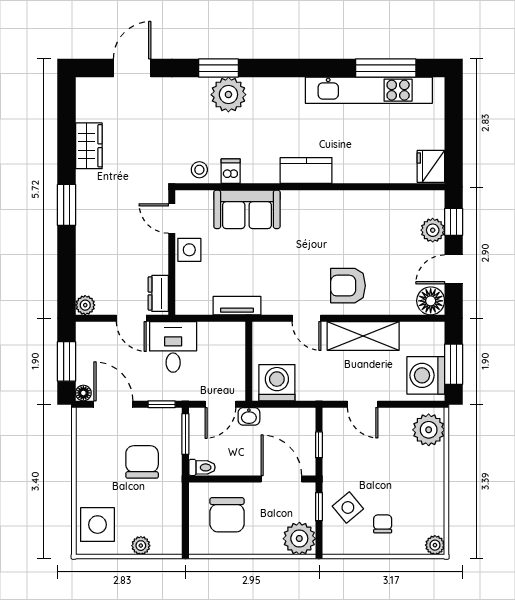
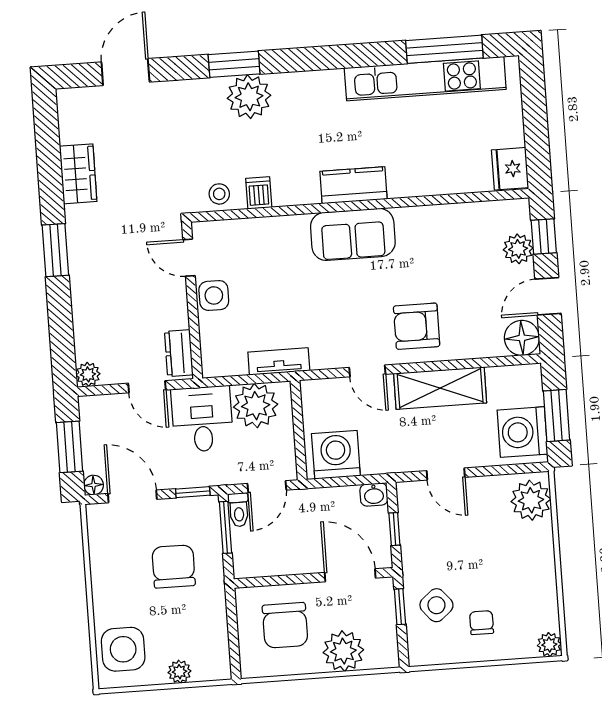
sofa: (247, 209) -> (353, 234), moved
plant: (216, 339) -> (256, 406), added
washbasin: (249, 416) -> (374, 495), moved
toilet: (202, 467) -> (239, 510), moved, turned 90
plant: (299, 539) -> (343, 651), moved

